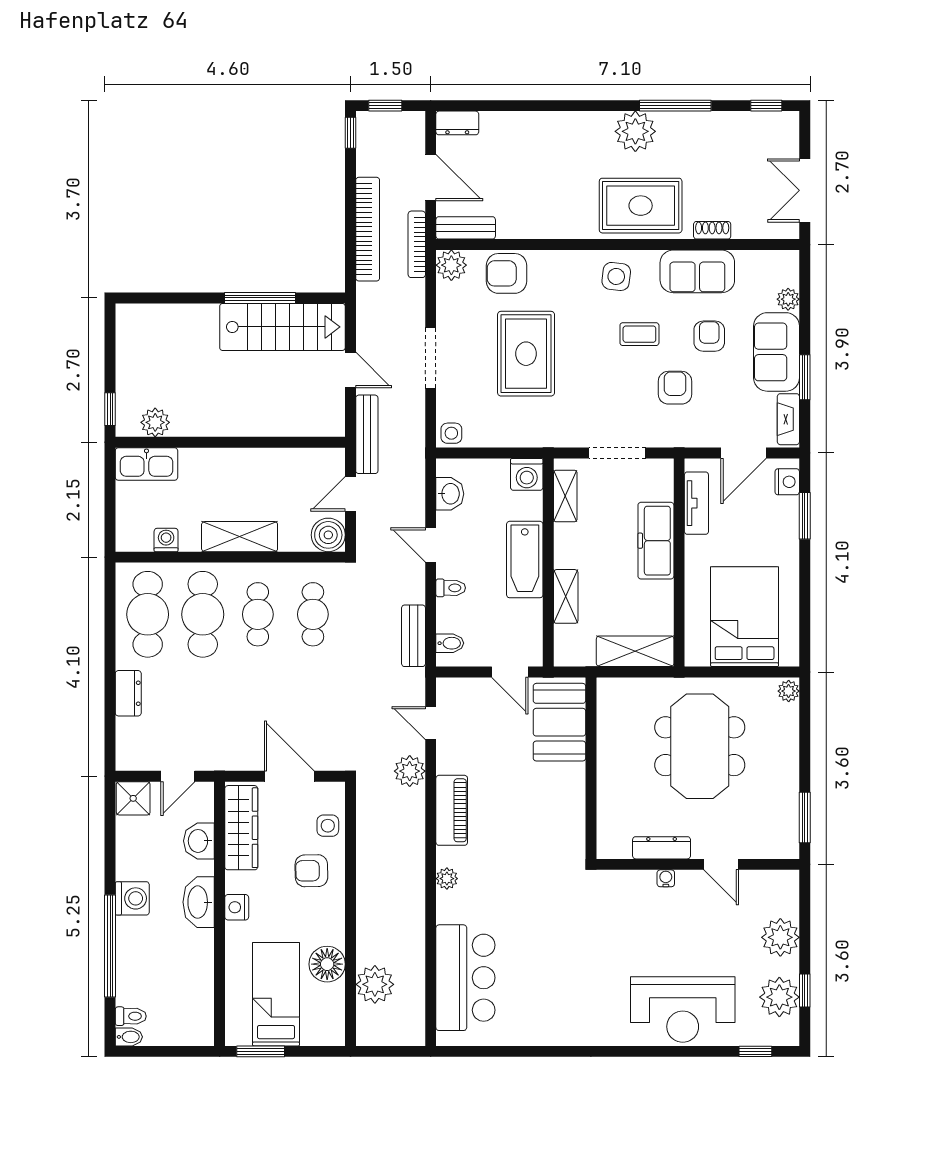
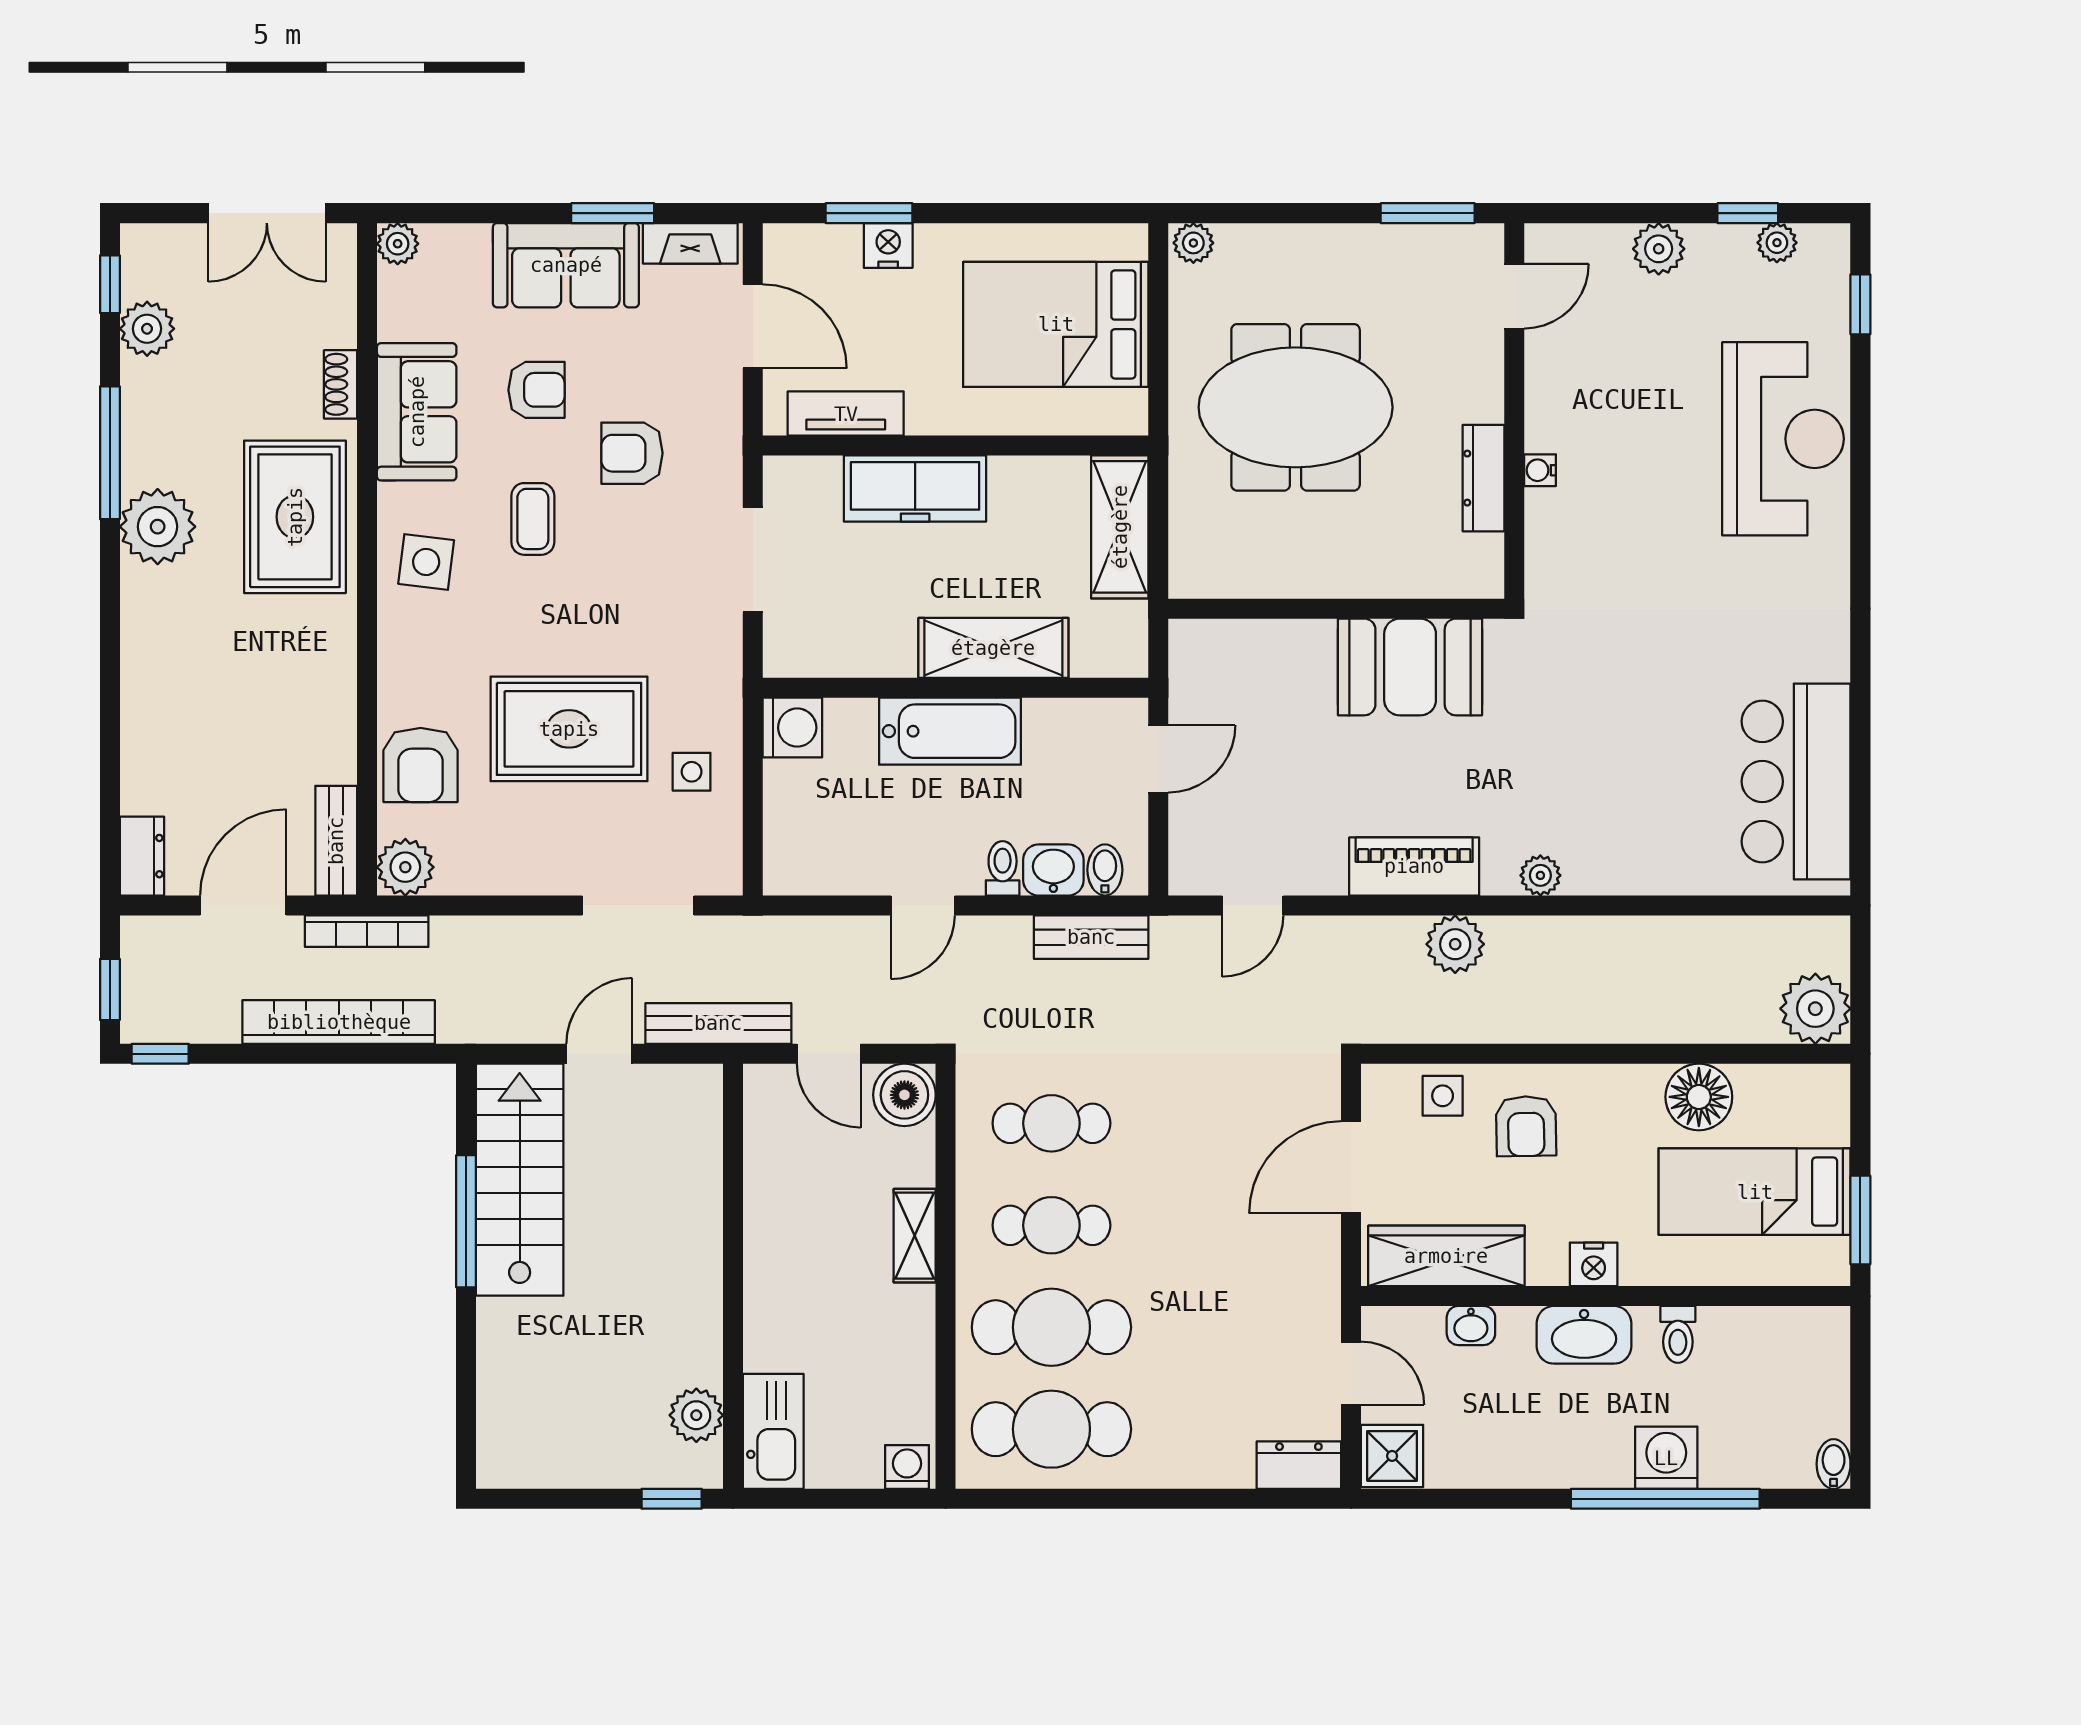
plant: (742, 126) -> (147, 329), added
plant: (788, 299) -> (398, 244), moved
armchair: (709, 336) -> (537, 390), turned 180
doorway: (431, 358) -> (638, 905), moved
side table: (451, 433) -> (692, 772), moved
nightstand: (787, 482) -> (888, 245), moved
washbasin: (450, 494) -> (1053, 870), moved
shelving: (565, 496) -> (832, 656), removed
shelving: (240, 537) -> (915, 1236), width x0.67, depth x0.75
washing machine: (166, 540) -> (907, 1467), moved, turned 90
shelving: (566, 596) -> (993, 648), width x1.50, depth x1.33
dresser: (128, 693) -> (1299, 1465), moved
booth: (559, 722) -> (1410, 667), moved
plant: (410, 771) -> (1455, 944), moved
washbasin: (199, 841) -> (1471, 1326), width x0.72, depth x0.69
door: (721, 864) -> (1514, 296), moved
washing machine: (132, 898) -> (1666, 1458), moved
plant: (780, 937) -> (1659, 249), width x0.73, depth x0.73
bar counter: (465, 978) -> (1796, 782), moved, turned -90
plant: (375, 984) -> (1815, 1009), moved
plant: (779, 997) -> (1777, 243), width x0.53, depth x0.53
toilet: (131, 1016) -> (1678, 1334), moved, turned 180

